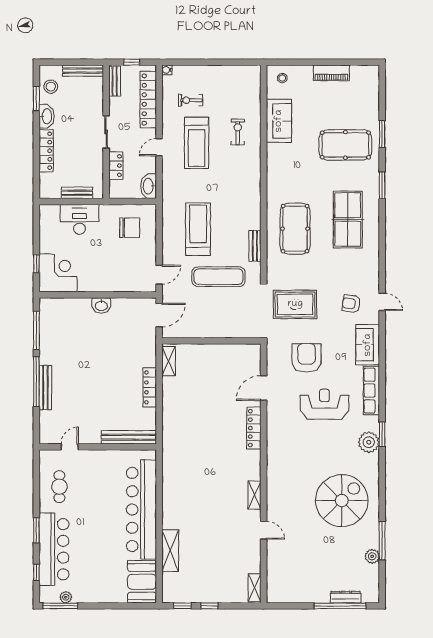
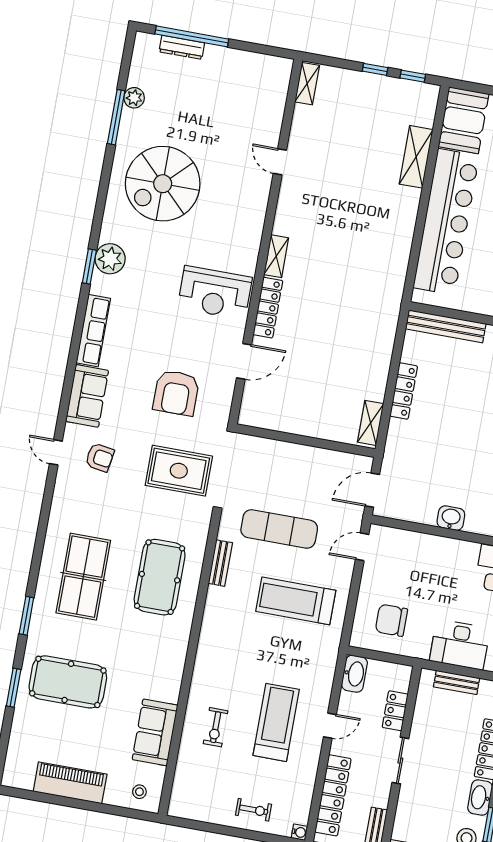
piano: (331, 73) -> (70, 783), width x1.37, depth x1.33
exercise bike: (190, 100) -> (254, 810), moved
treadmill: (198, 229) -> (296, 601), turned 90
reception desk: (324, 404) -> (215, 293), moved
shelving: (254, 495) -> (276, 256), moved

